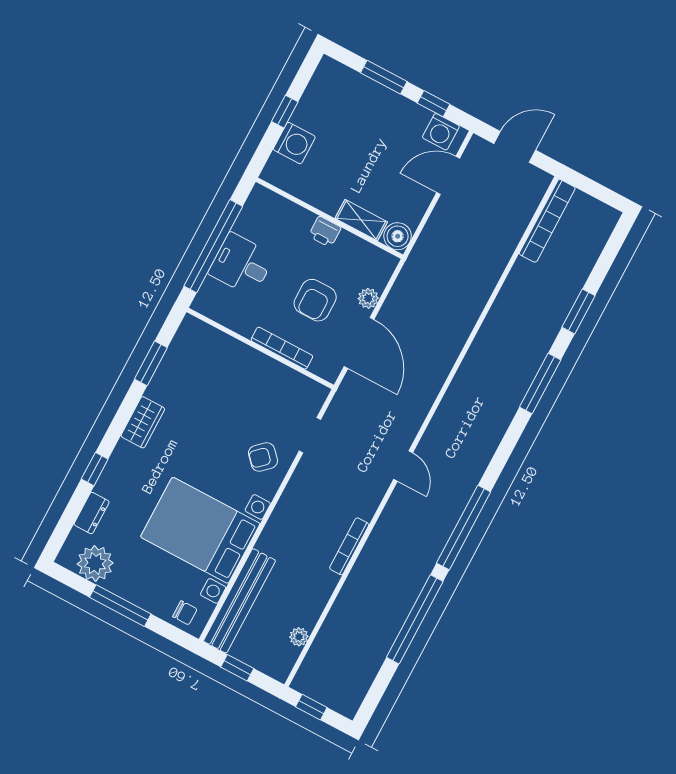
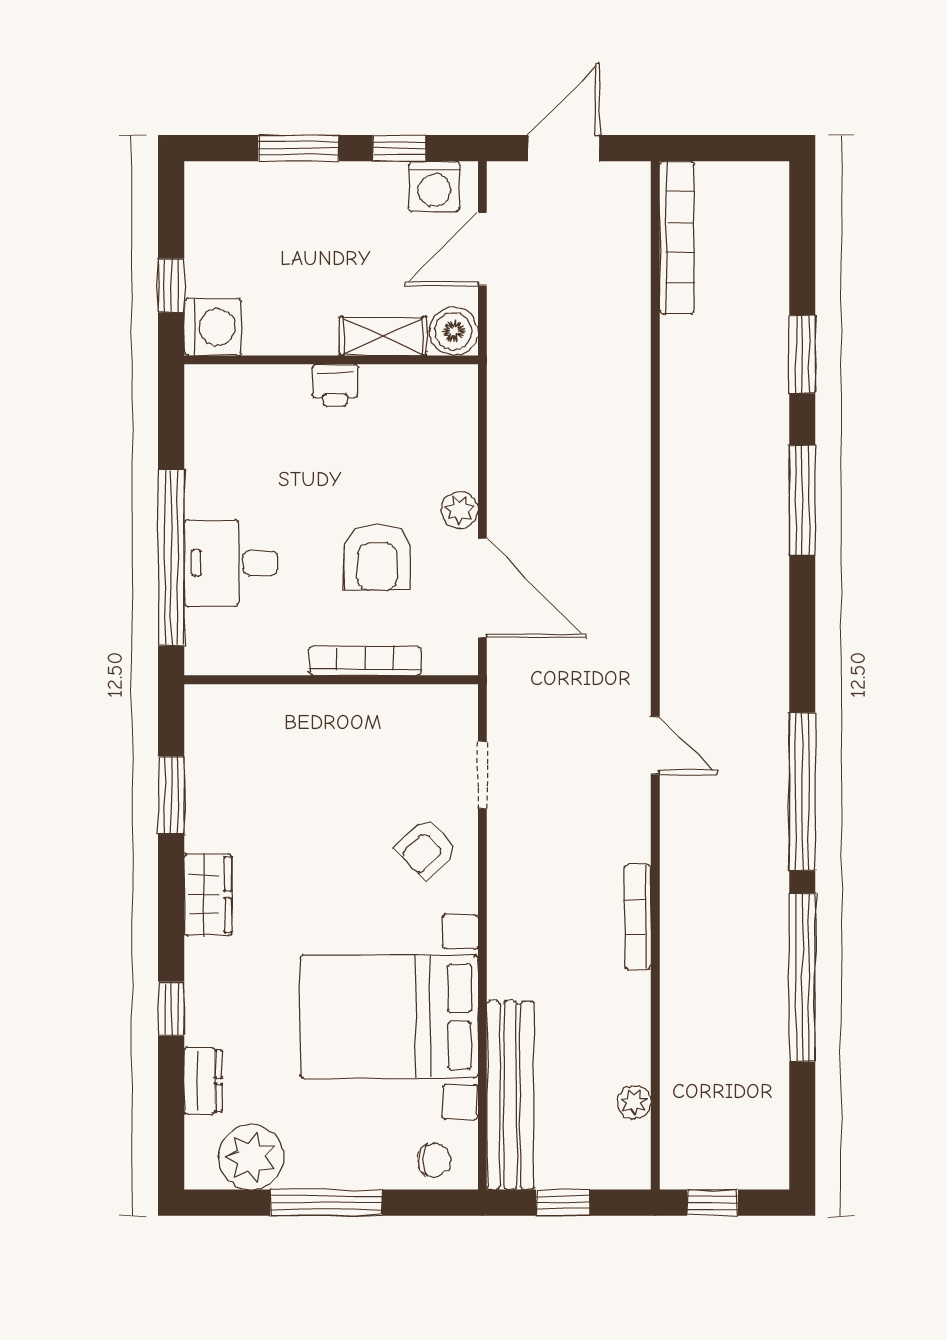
wall: (329, 218) -> (331, 360), moved
shelving: (361, 220) -> (383, 336), moved
printer: (325, 232) -> (335, 385), moved
boiler: (398, 236) -> (454, 331), moved

